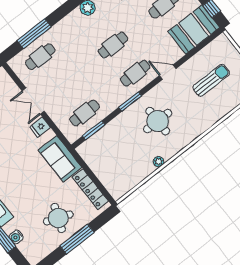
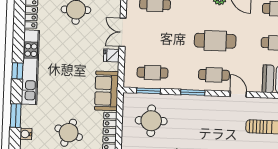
cafe table: (113, 45) -> (215, 41), width x1.37, depth x1.35
round table: (158, 121) -> (151, 121), moved
water cooler: (16, 237) -> (26, 134), moved

